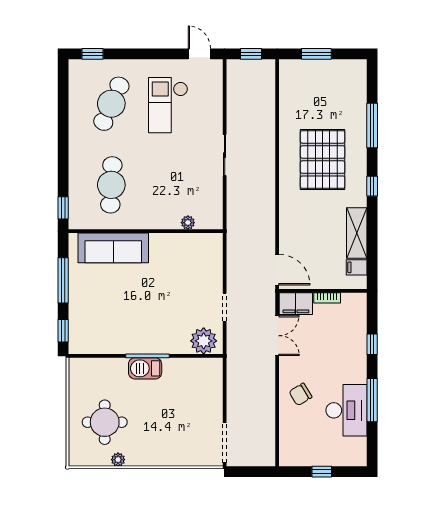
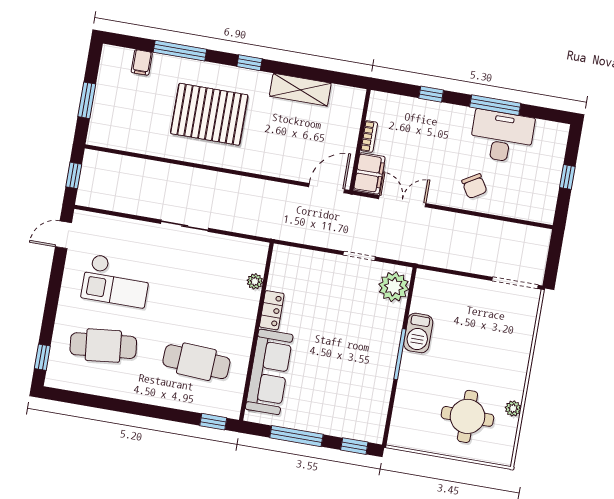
cafe table: (111, 104) -> (103, 346), turned -30
locker: (166, 241) -> (272, 310), added
filing cabinet: (357, 267) -> (142, 62), moved
barbecue: (145, 368) -> (418, 333), moved

